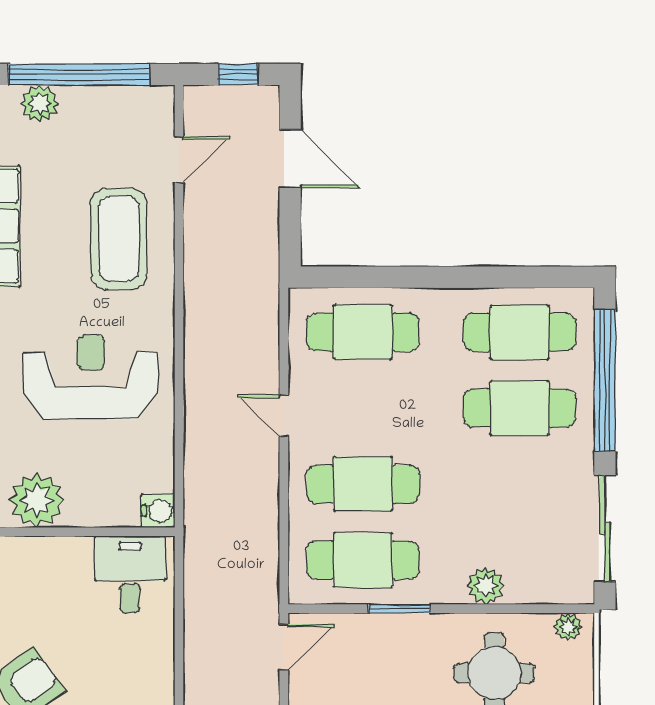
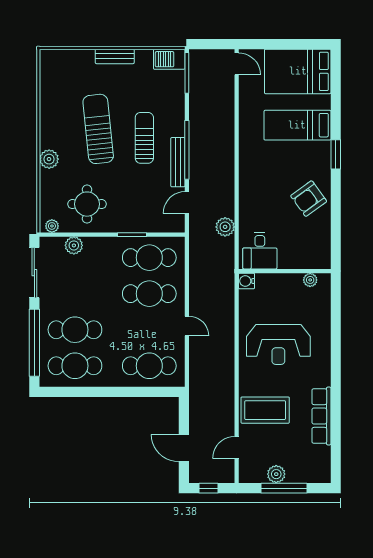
window: (79, 74) -> (284, 488), width x0.68
plant: (40, 104) -> (276, 474), moved
coffee table: (119, 239) -> (265, 410), turned 90
plant: (37, 500) -> (310, 280), width x0.53, depth x0.53
plant: (486, 586) -> (74, 245), moved
plant: (203, 625) -> (225, 227), added
door: (284, 647) -> (187, 203), moved

